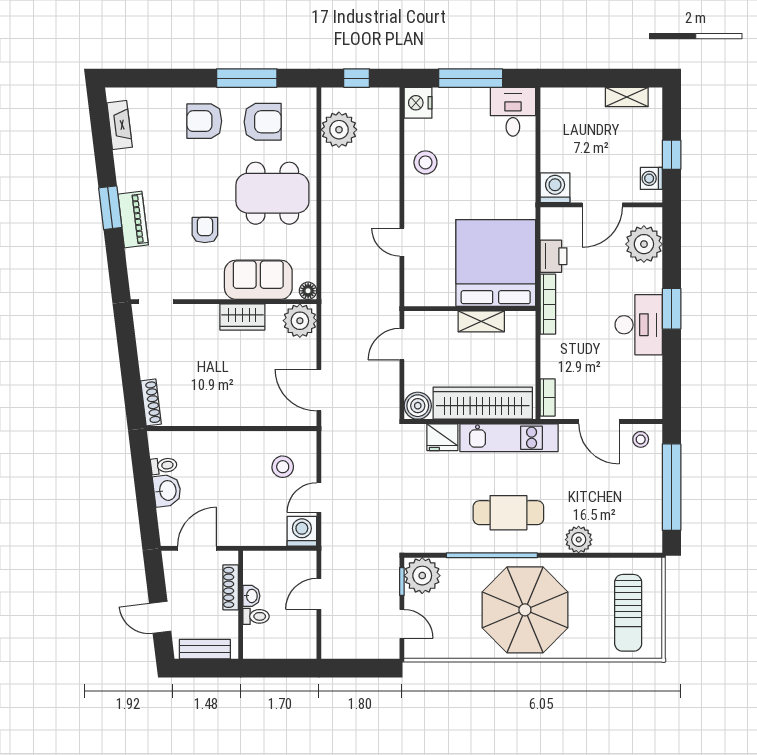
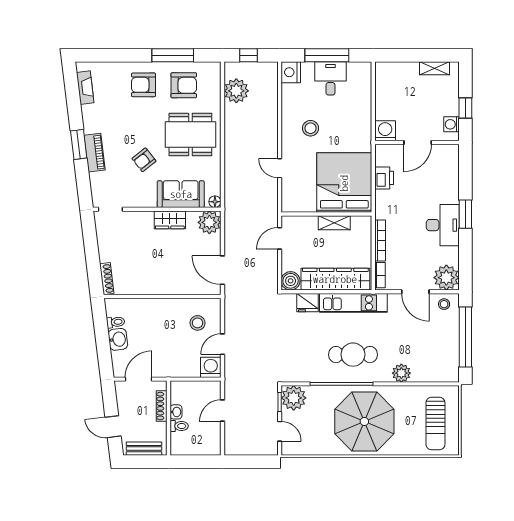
desk: (513, 112) -> (330, 78), moved
stool: (425, 162) -> (311, 128), moved
armchair: (205, 230) -> (144, 160), turned -128
plant: (644, 244) -> (446, 278), moved
bookcase: (548, 304) -> (380, 241), moved

